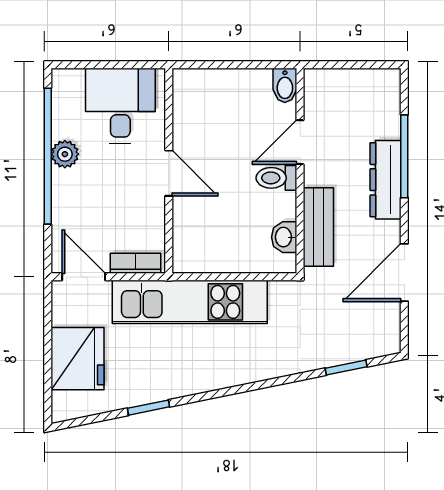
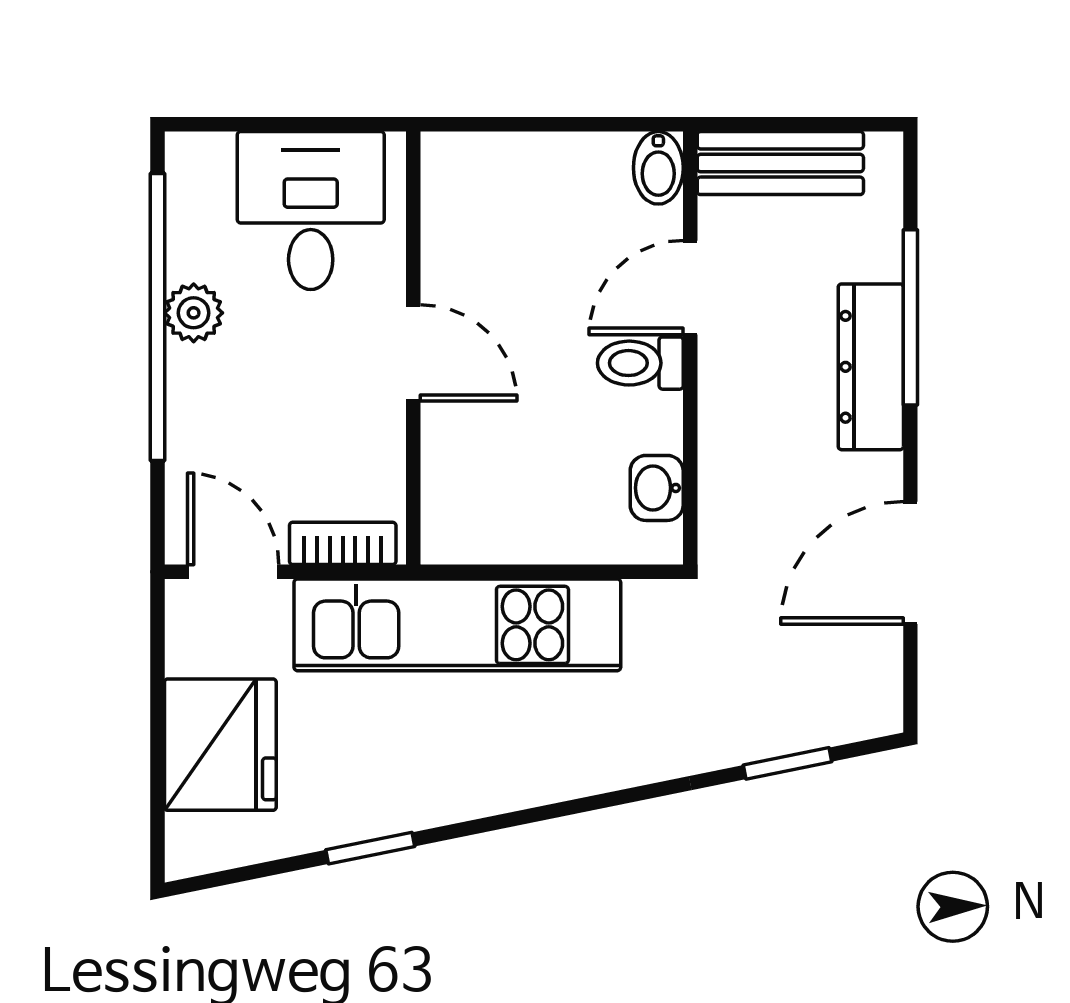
bench: (318, 227) -> (780, 163), moved, turned 90

